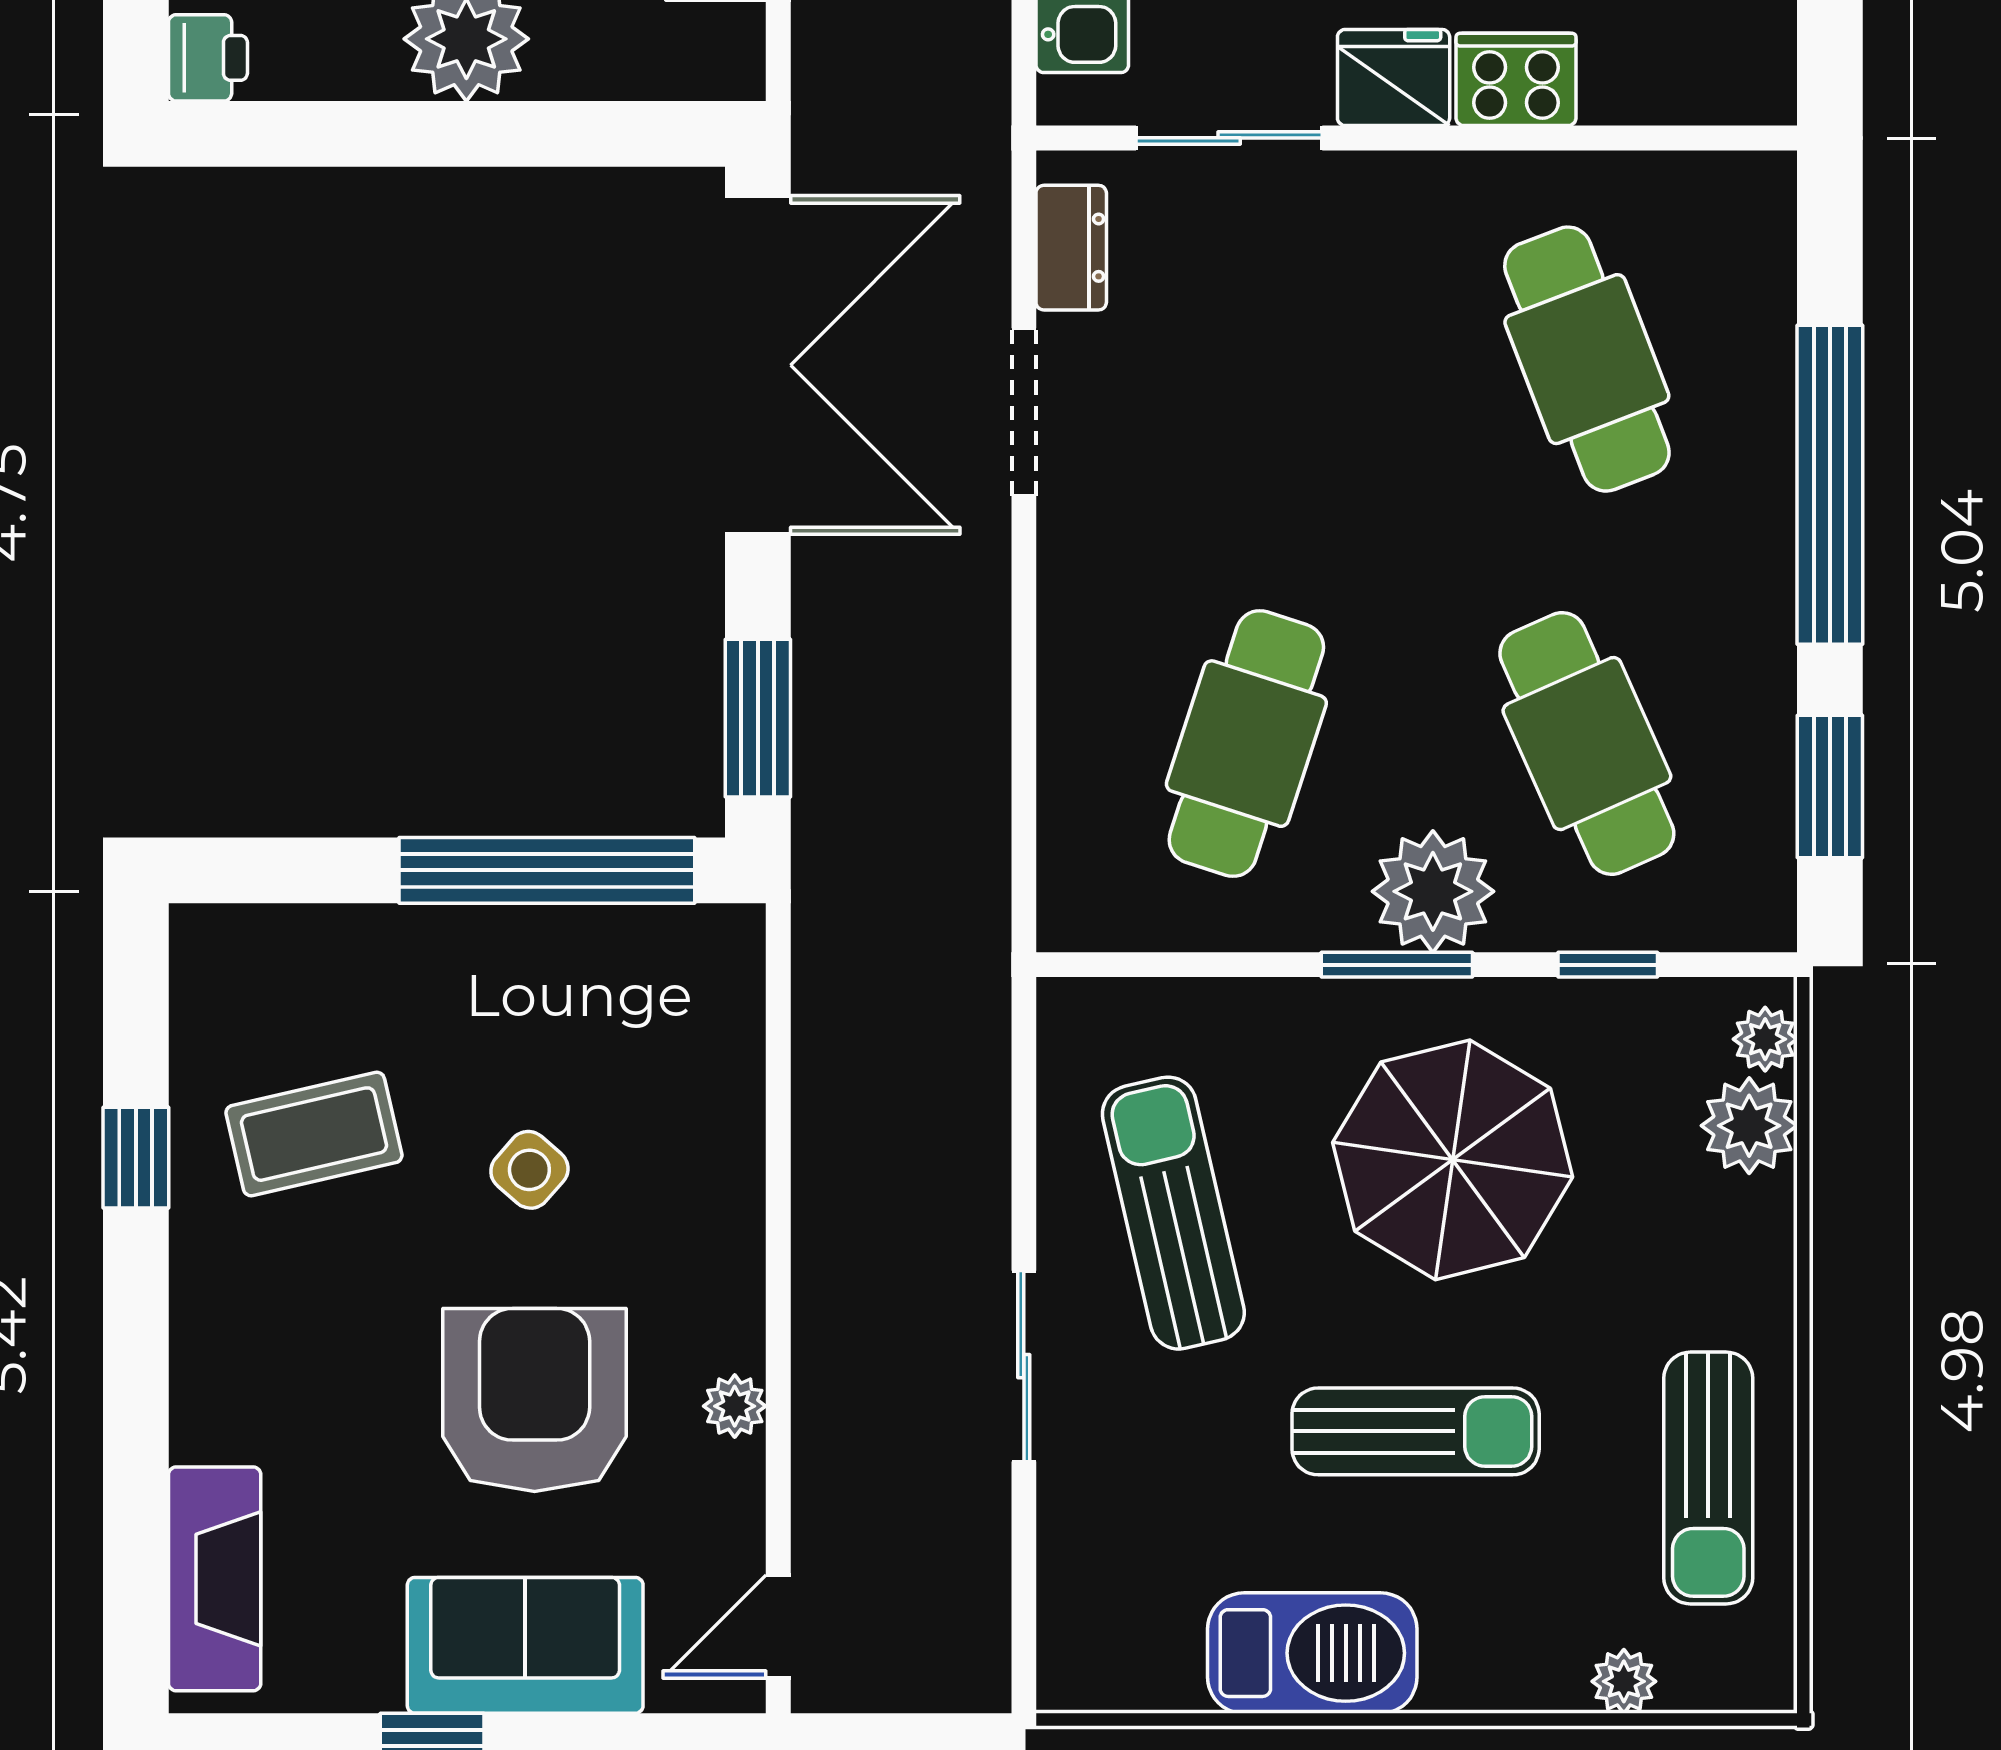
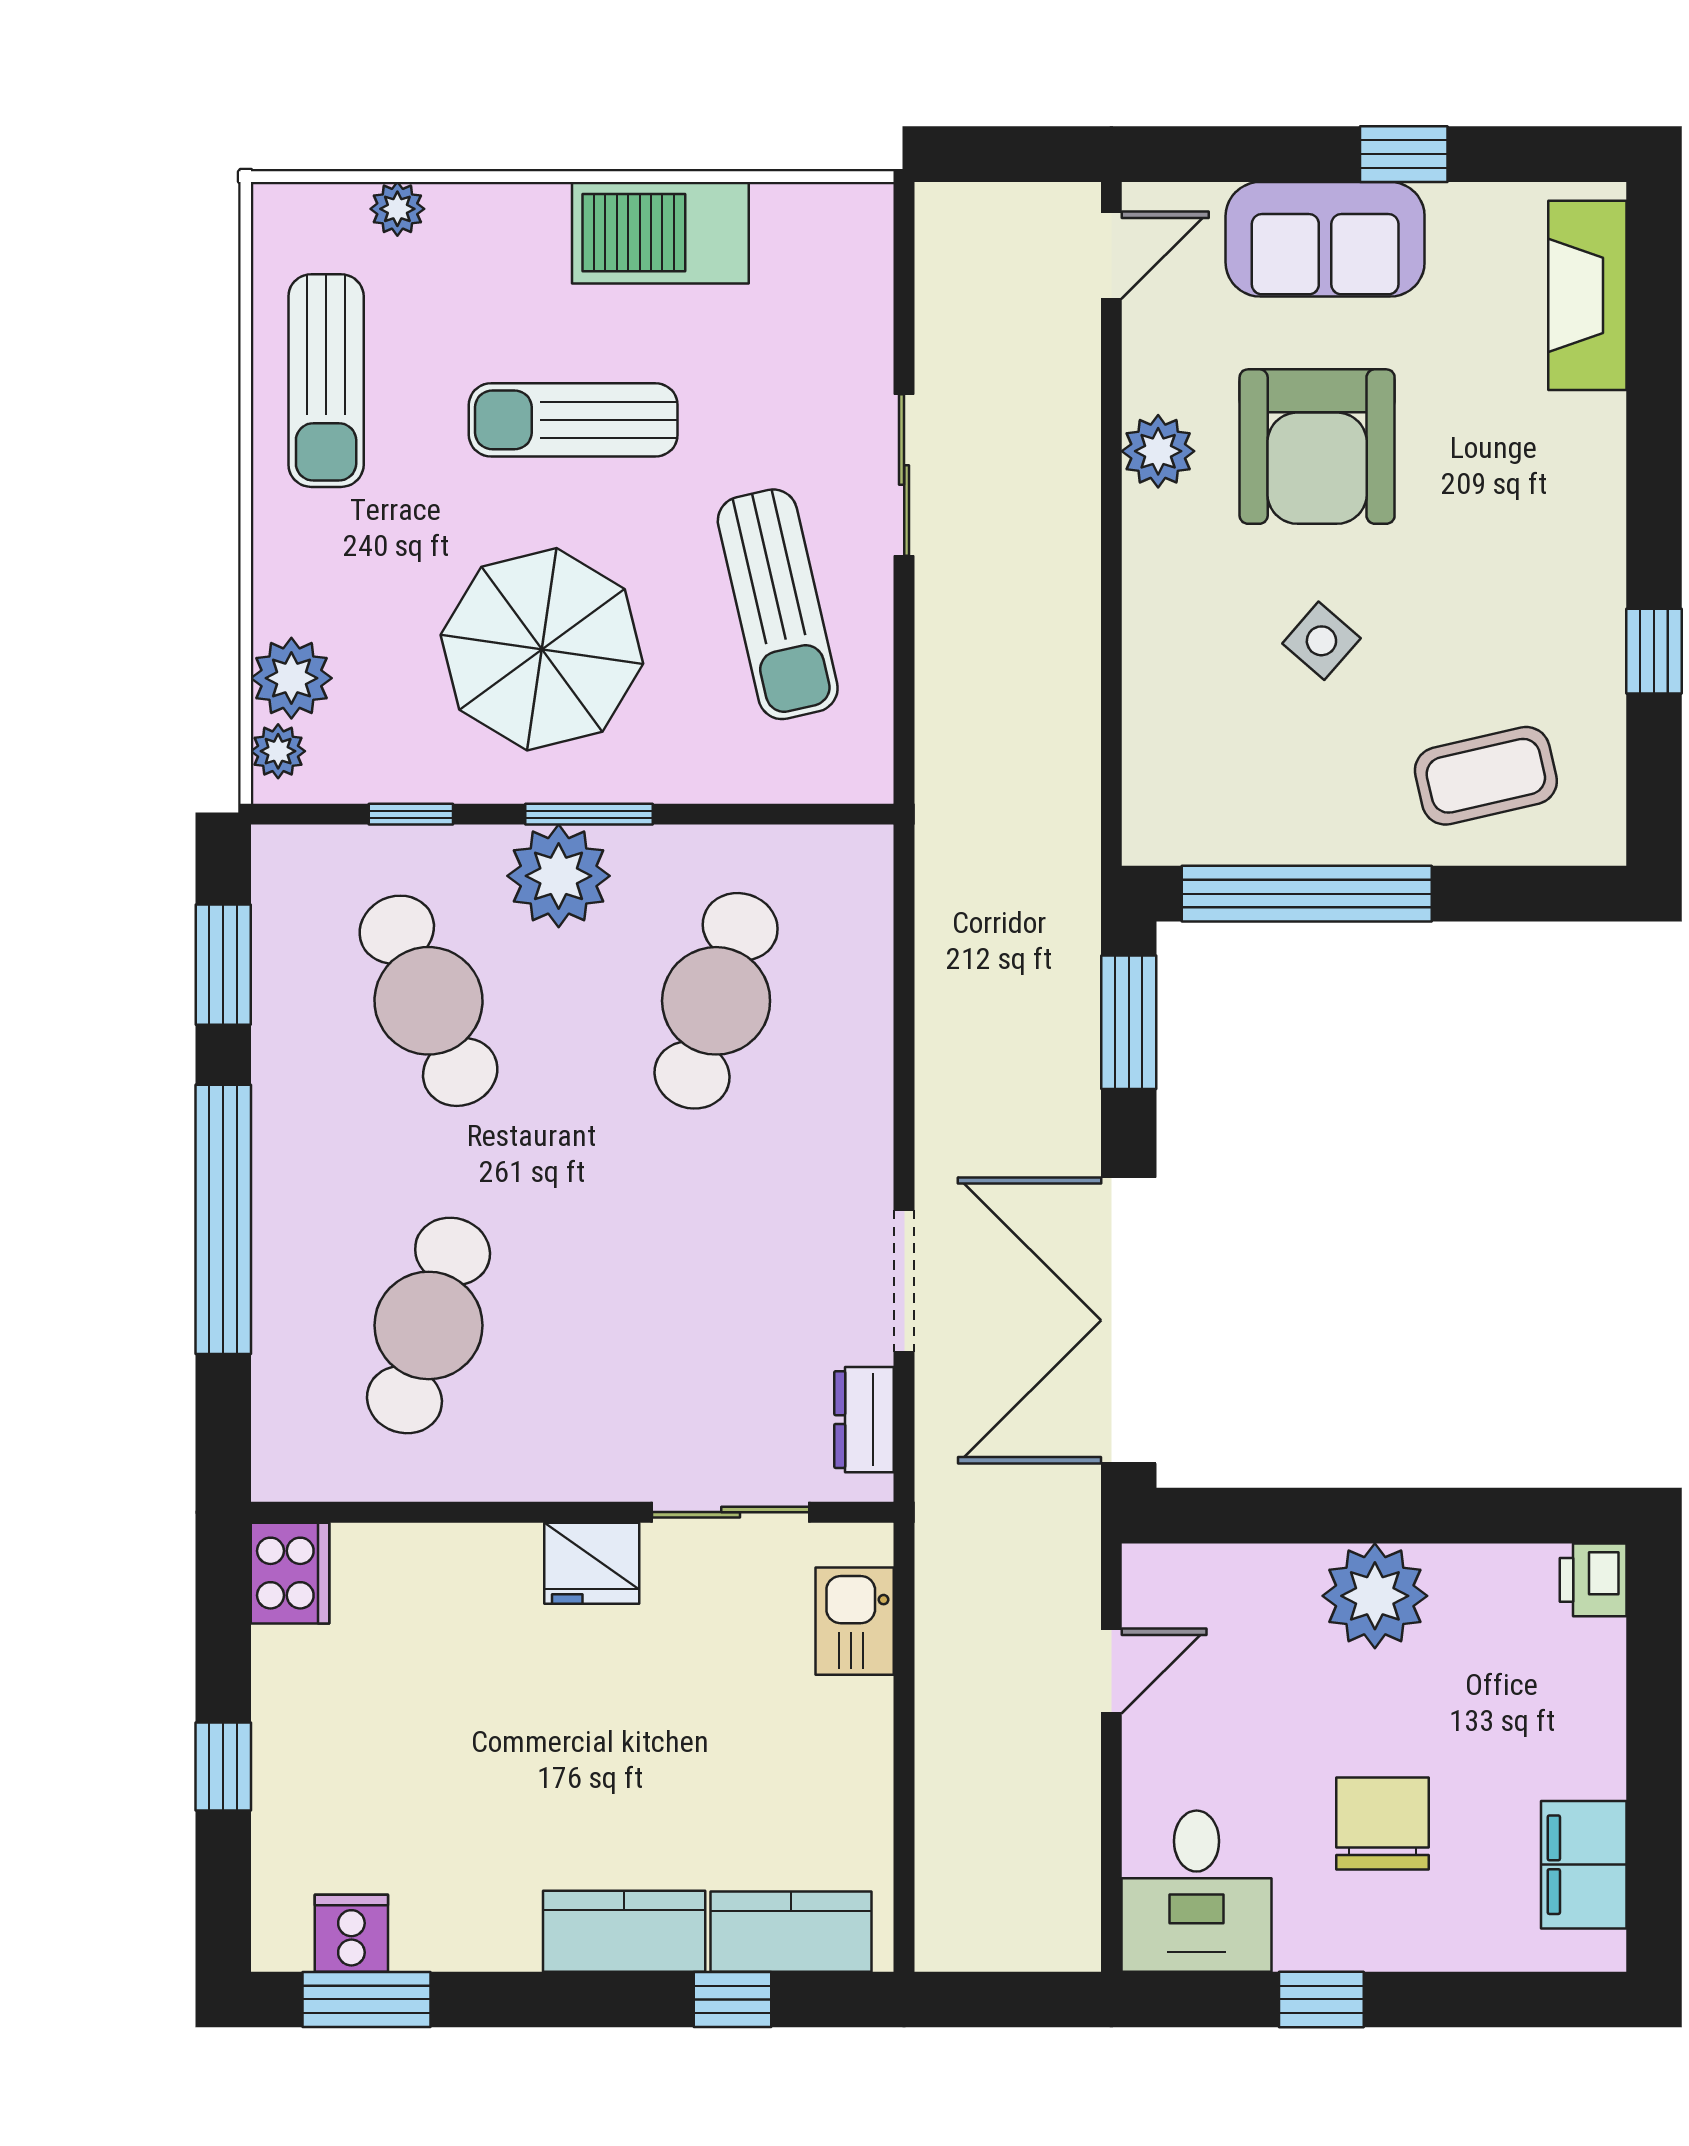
cooker: (1516, 79) -> (290, 1573), moved, turned -90
cafe table: (1587, 359) -> (429, 1325), turned 39
coffee table: (314, 1134) -> (1486, 776), moved
plant: (735, 1406) -> (1158, 451), width x1.38, depth x1.38
sun lounger: (1708, 1478) -> (326, 381), turned 180

